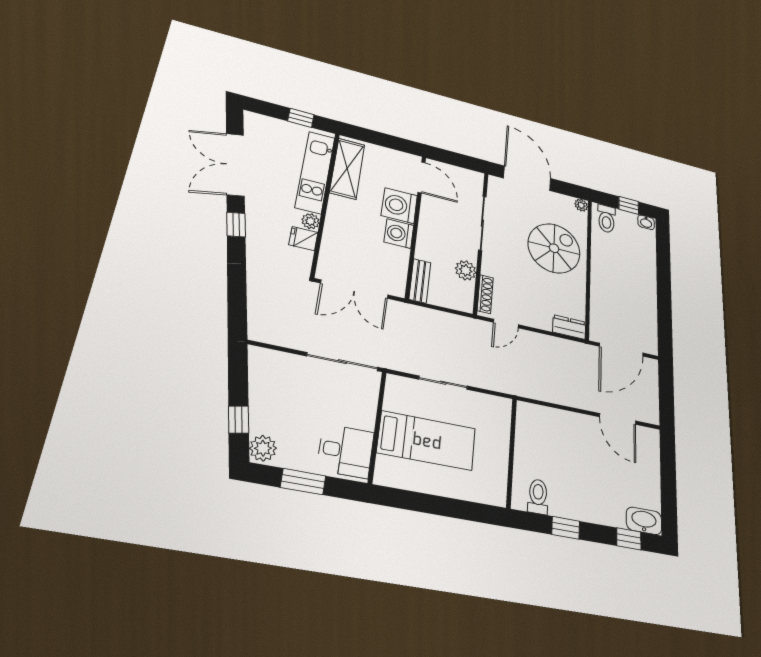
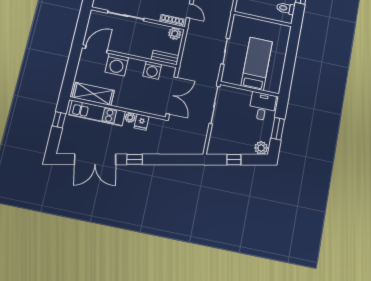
washing machine: (399, 234) -> (152, 70), moved
plant: (466, 270) -> (175, 34), moved
window: (239, 420) -> (234, 160), moved

